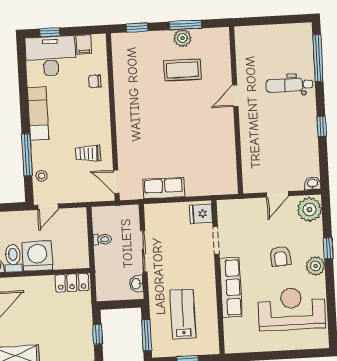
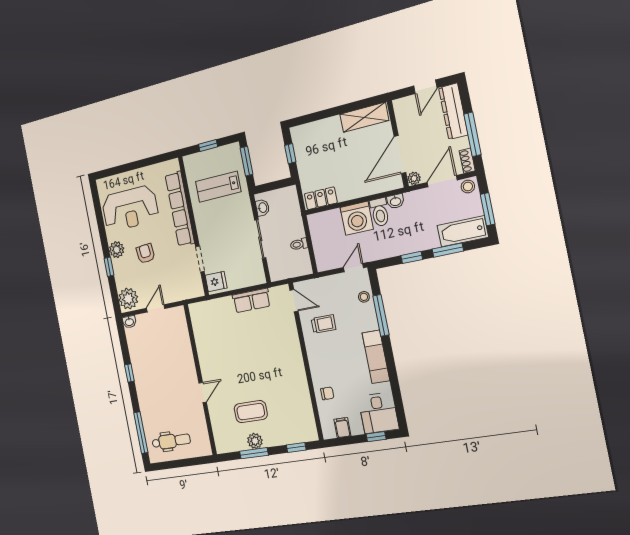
desk: (51, 56) -> (378, 413), width x0.73
dental chair: (290, 85) -> (171, 441), moved
row of seats: (231, 287) -> (180, 209), width x1.36
lab bench: (183, 314) -> (218, 187), turned 90

